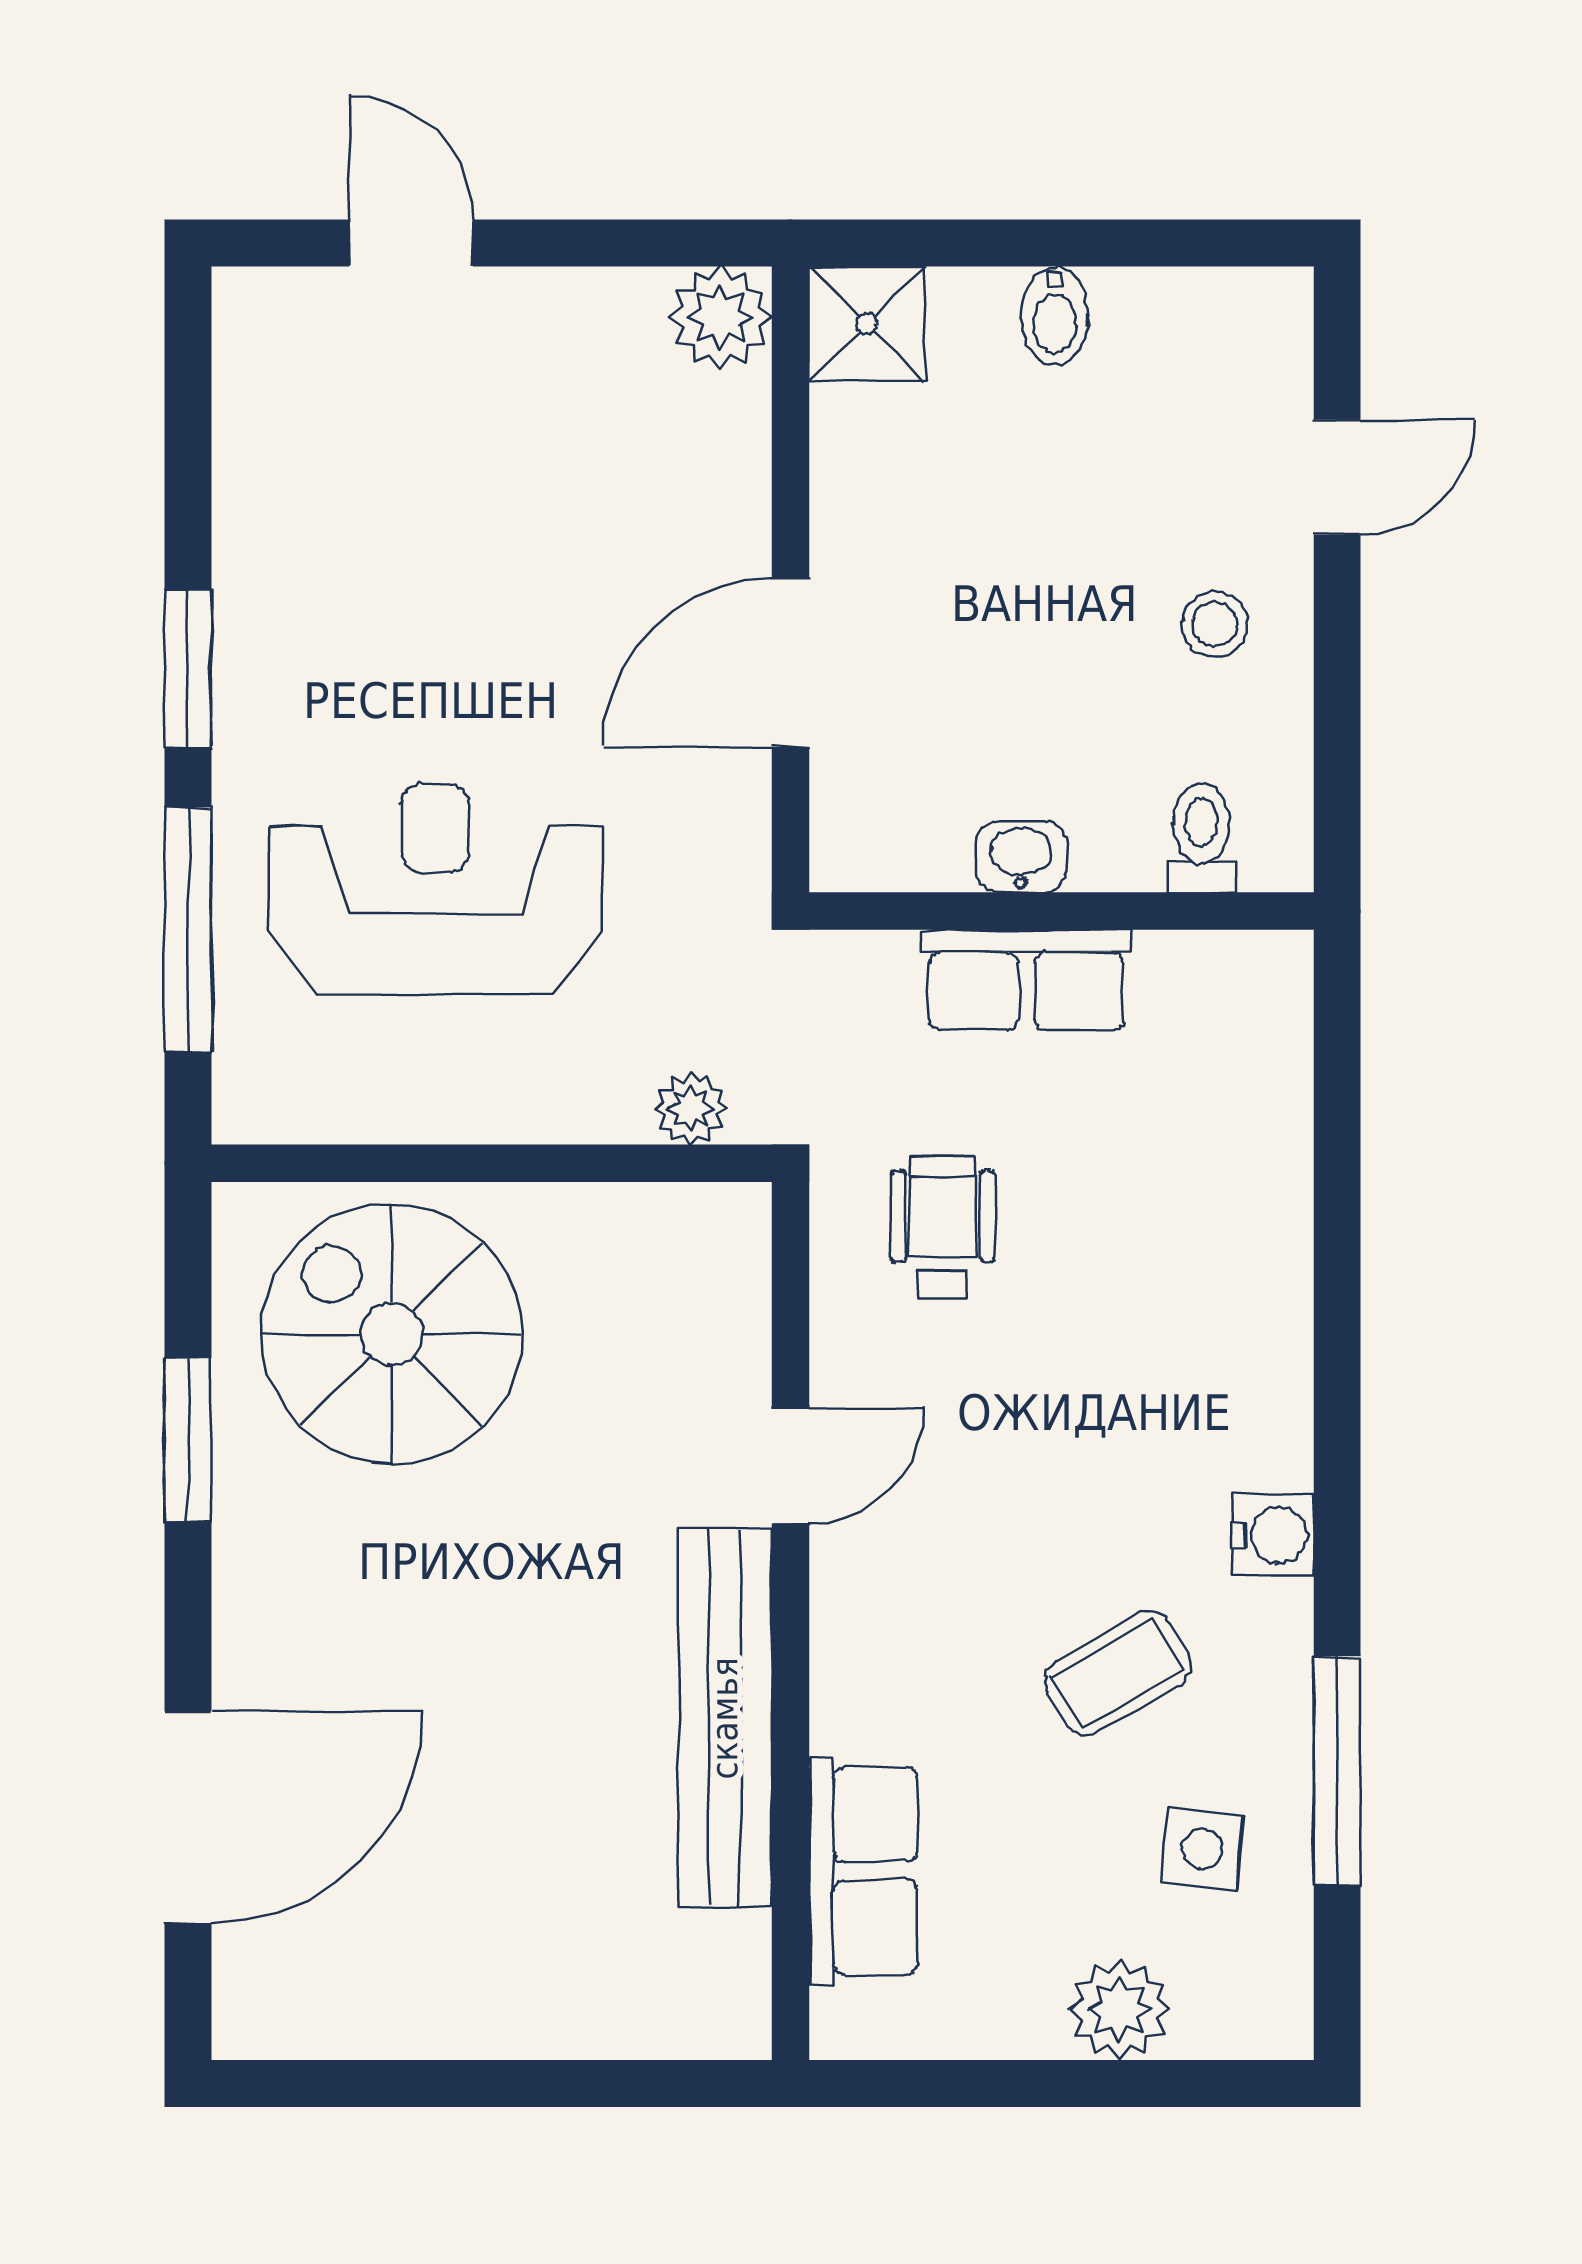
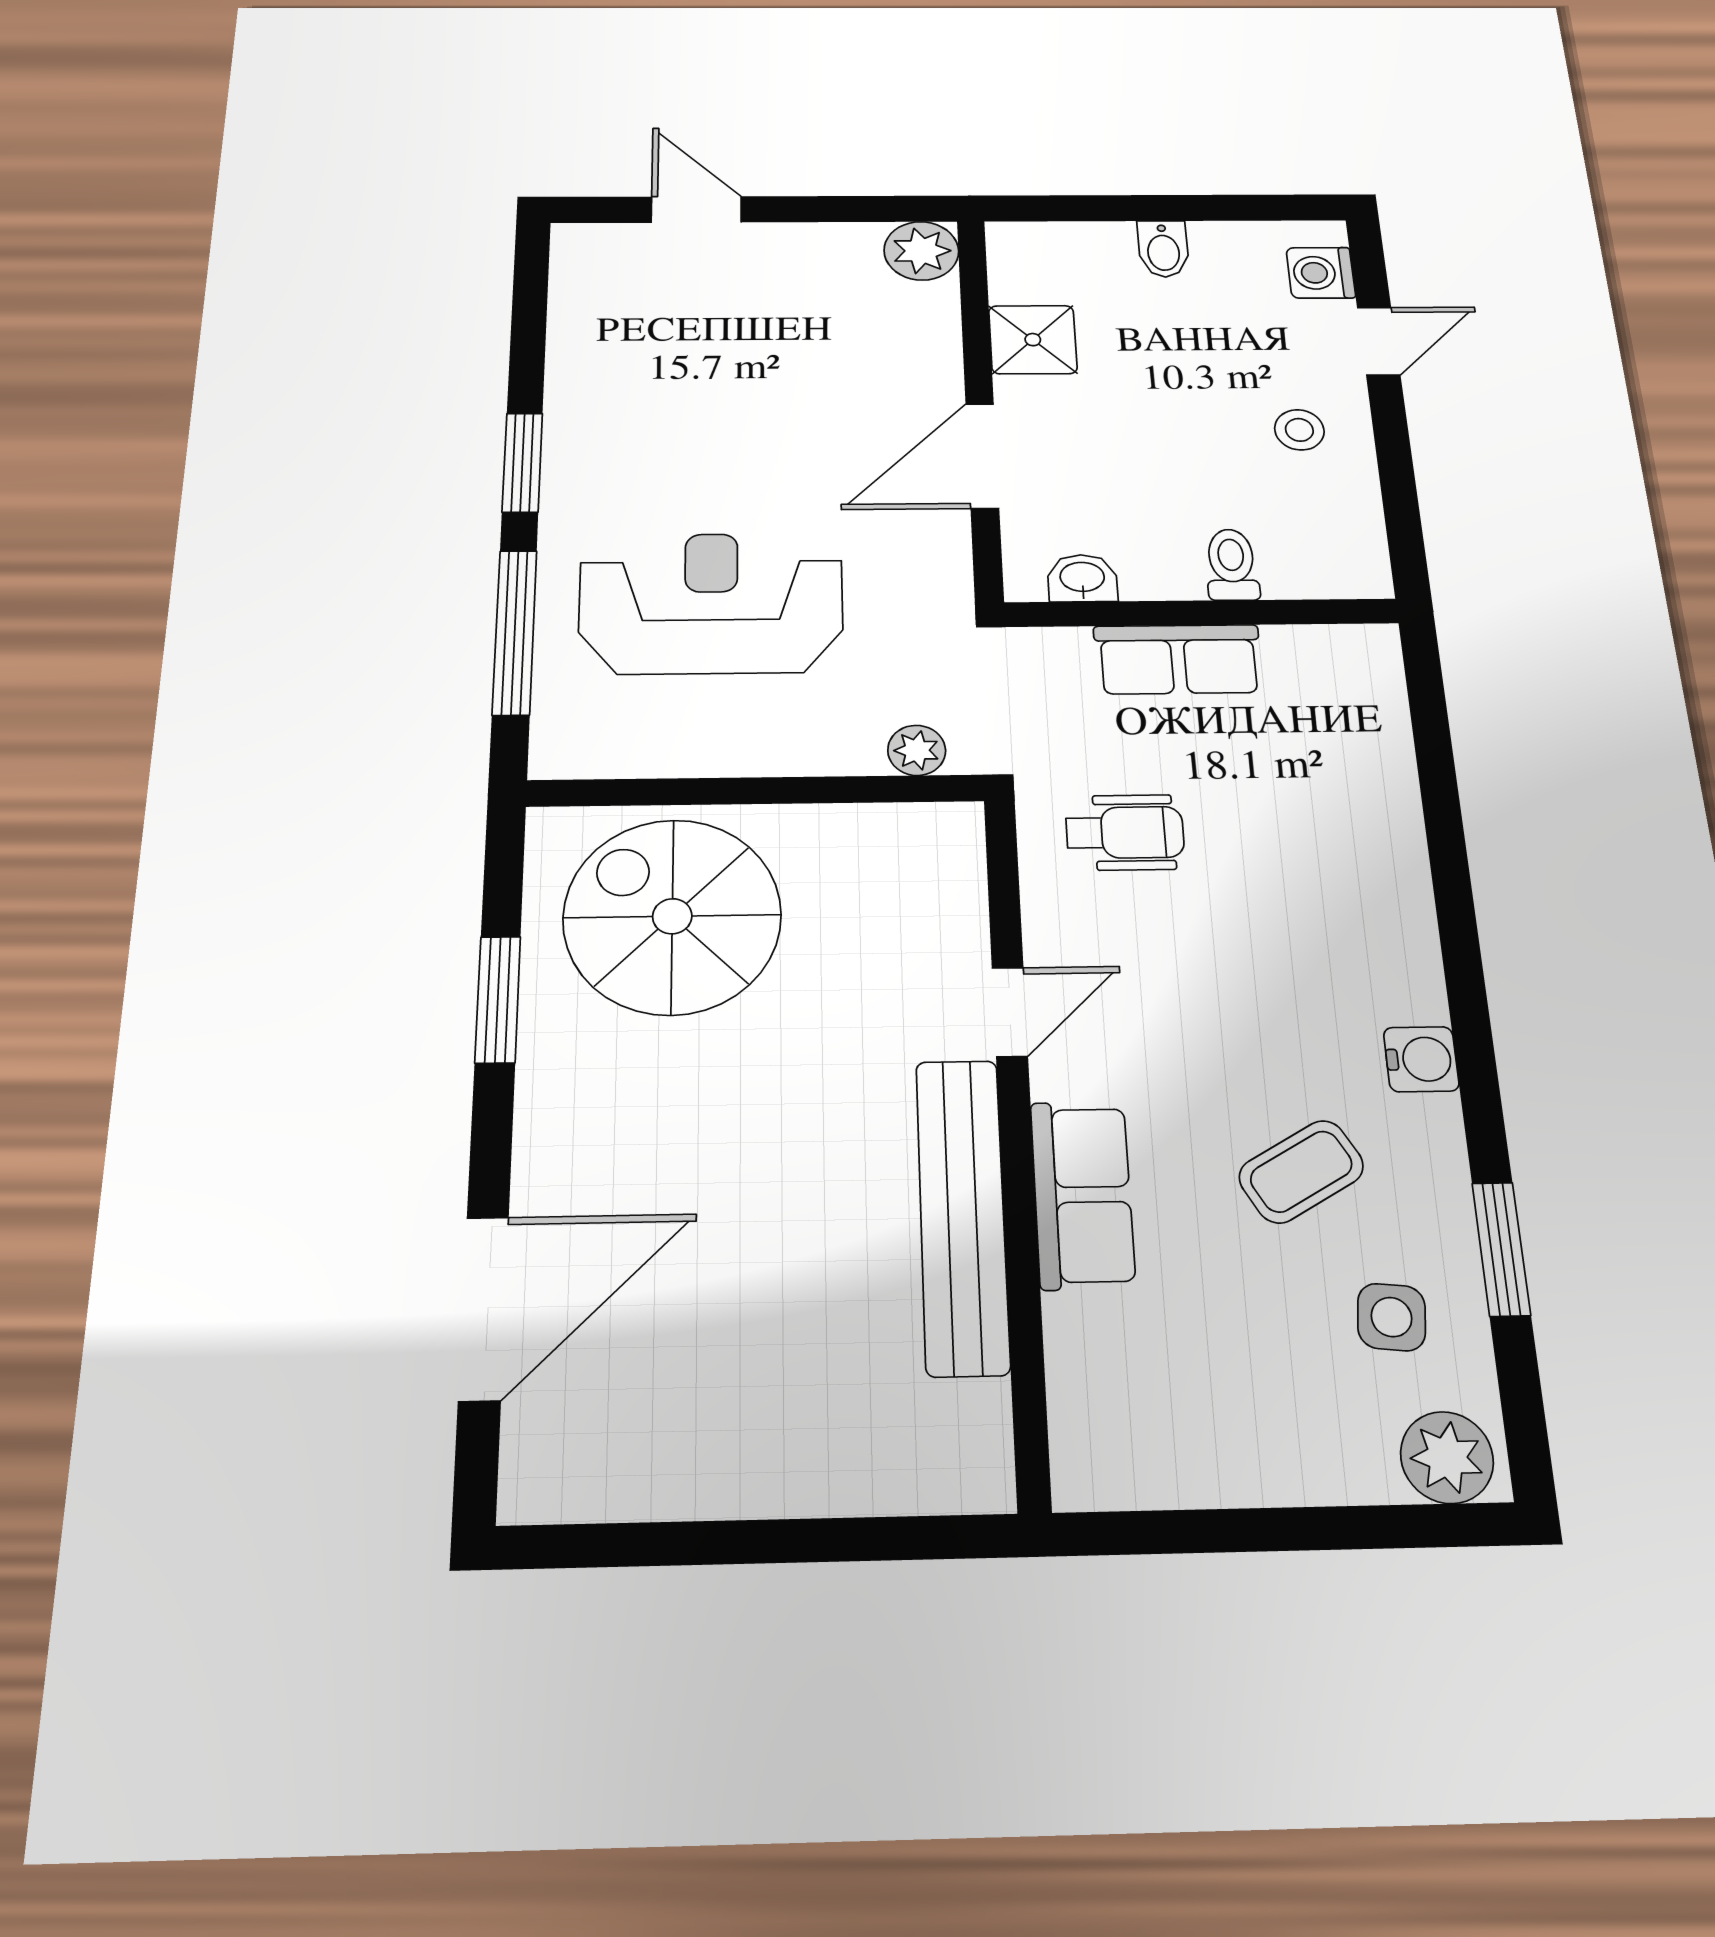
shower: (867, 324) -> (1033, 340), moved
washing machine: (1270, 359) -> (1321, 273), added
toilet: (1201, 838) -> (1232, 565), moved
washbasin: (1021, 856) -> (1082, 578), moved
wheelchair: (943, 1228) -> (1125, 832), turned 90
window: (1337, 1771) -> (1501, 1249), width x0.69
row of seats: (863, 1871) -> (1083, 1195), moved
plant: (1120, 2009) -> (1447, 1457), moved

